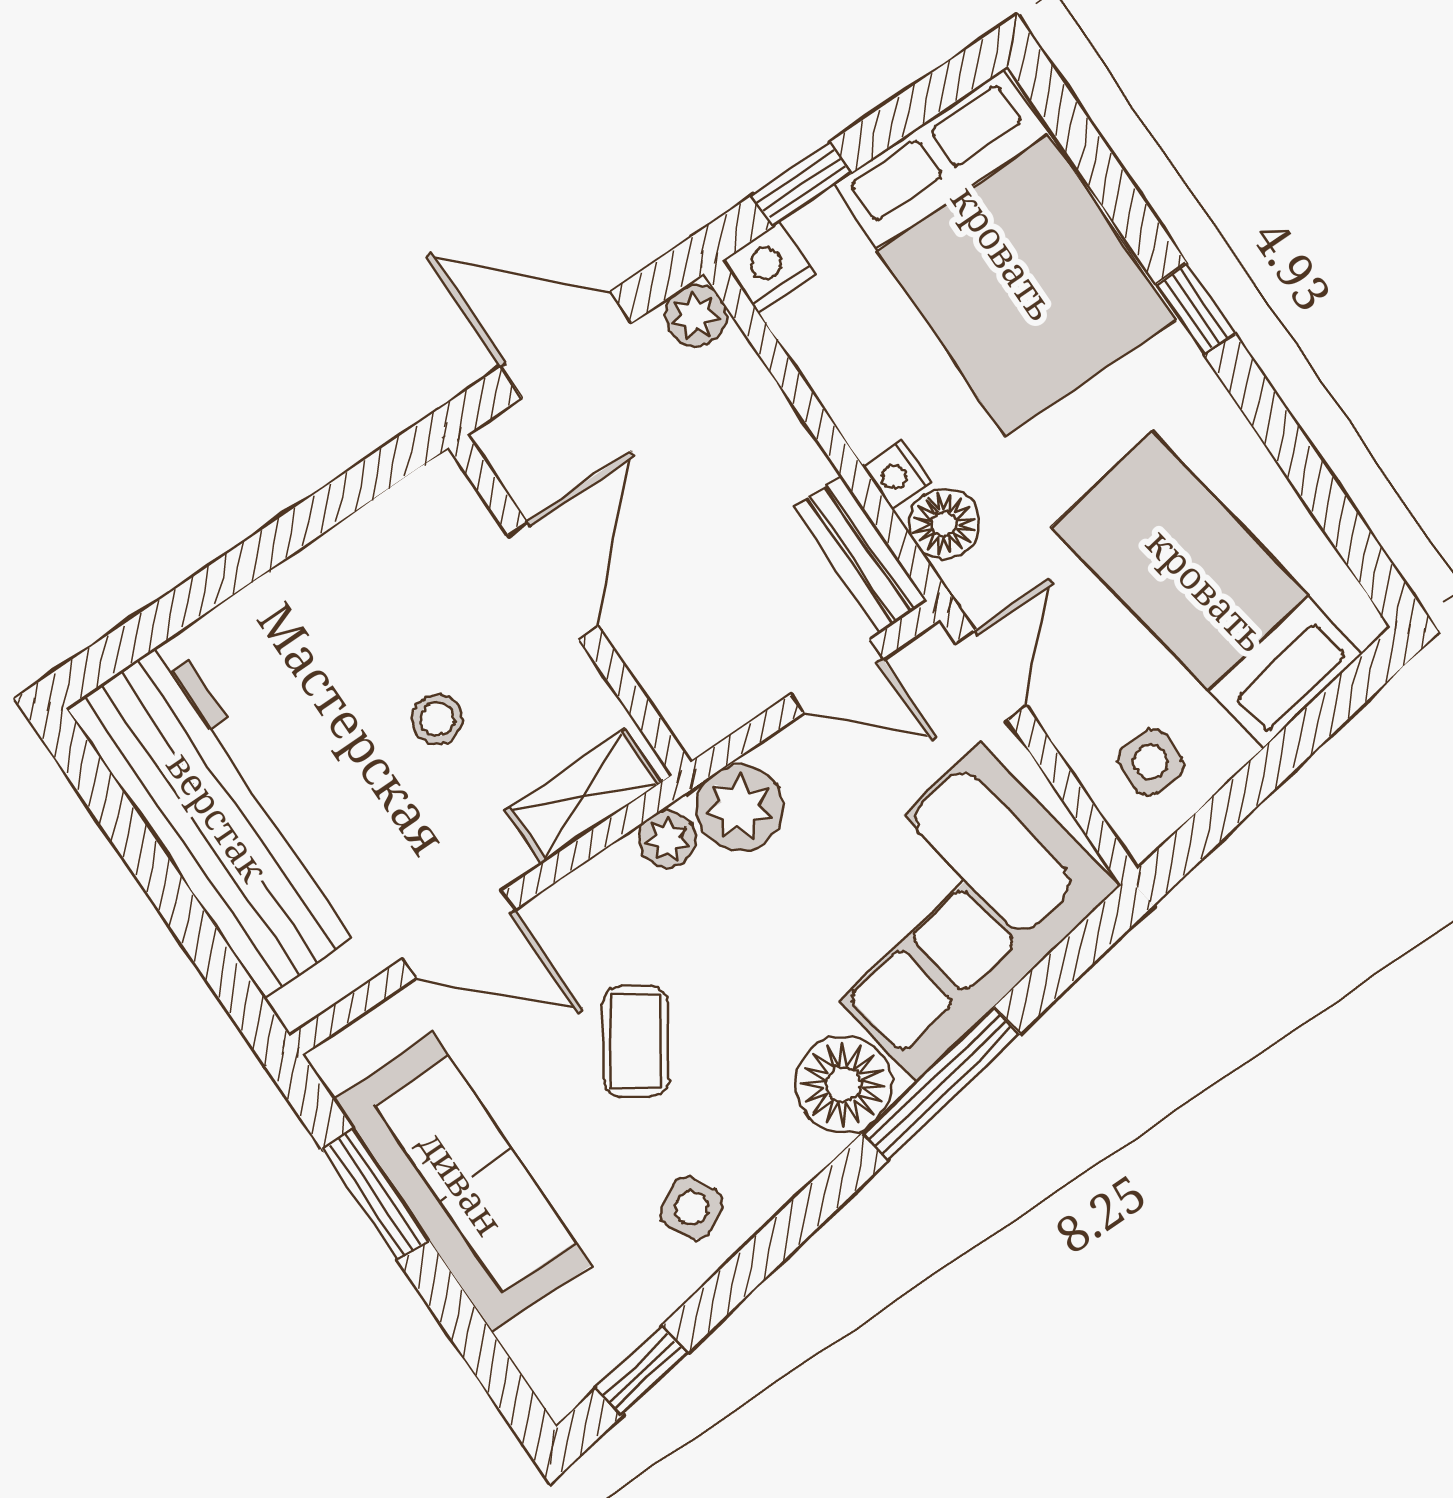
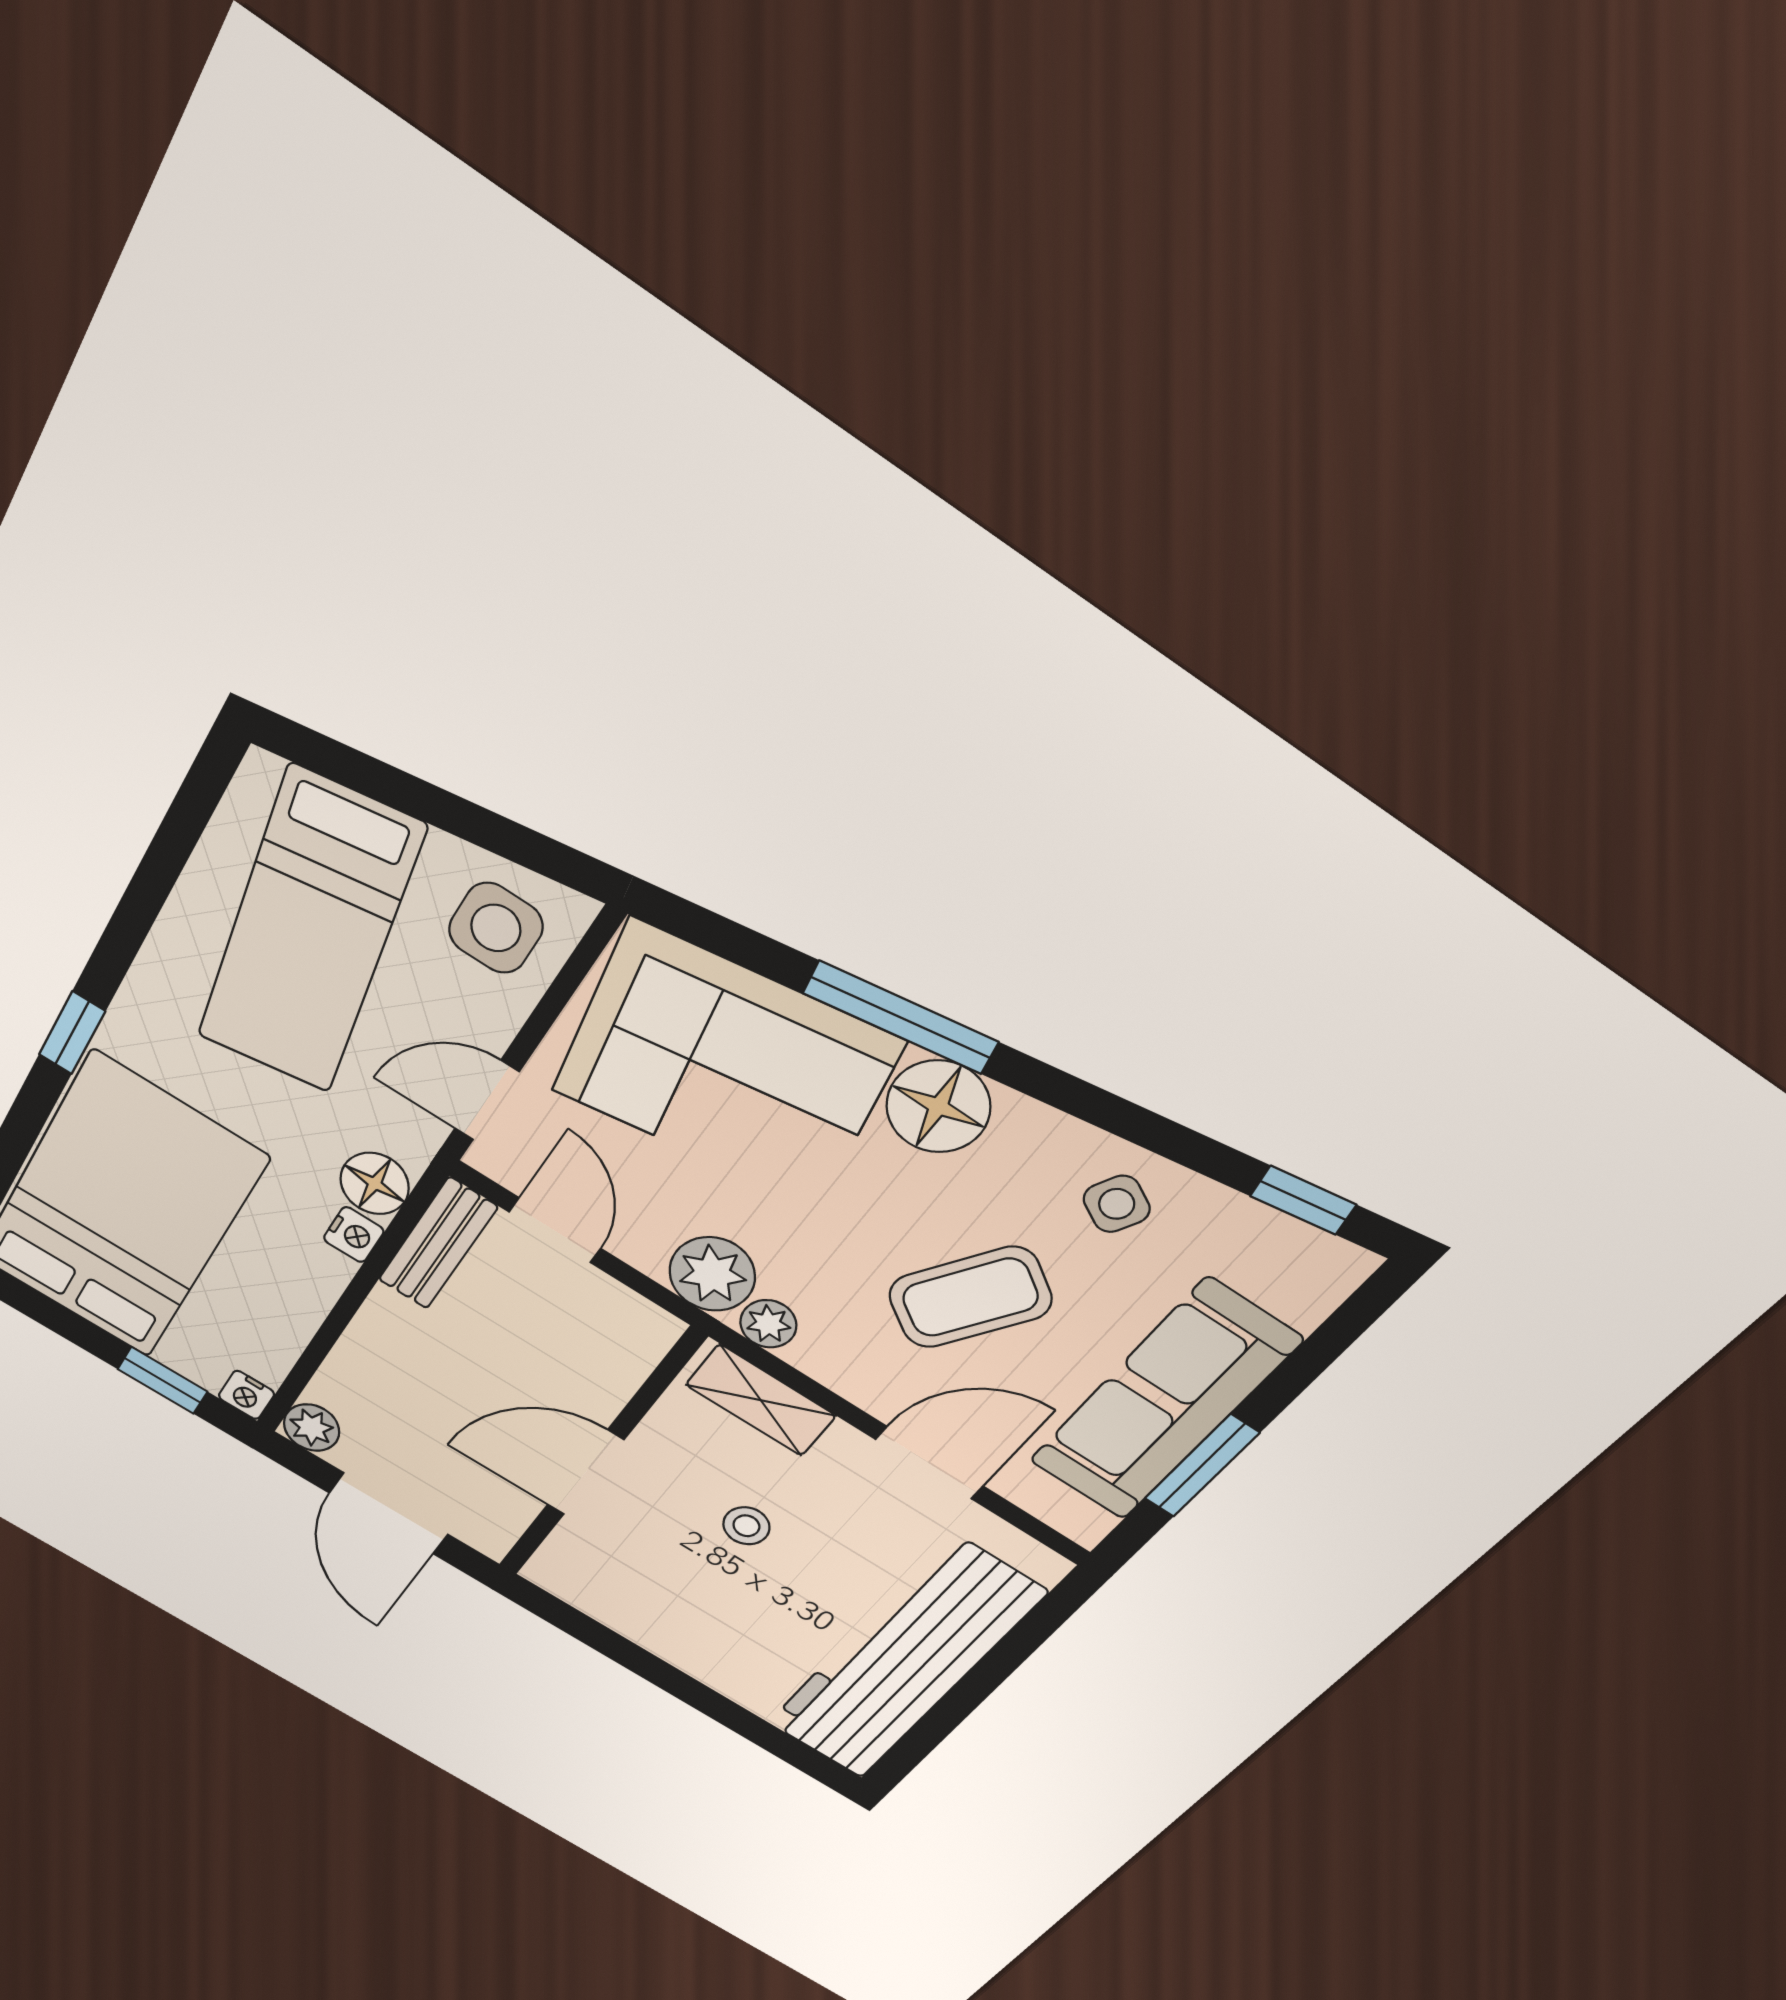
nightstand: (769, 267) -> (246, 1395), width x0.72, depth x0.74
side table: (1151, 762) -> (496, 928), width x1.37, depth x1.37
door: (459, 934) -> (929, 1463), hinge flipped
coffee table: (635, 1042) -> (970, 1297), width x1.36, depth x1.30
side table: (692, 1208) -> (1117, 1204), turned -34

